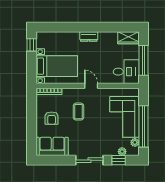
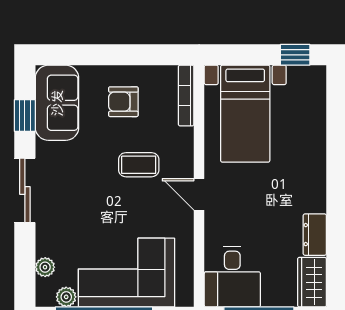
dresser: (89, 36) -> (315, 235), moved
door: (91, 86) -> (199, 194), swing flipped
window: (119, 160) -> (25, 116), moved

